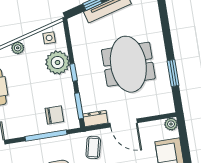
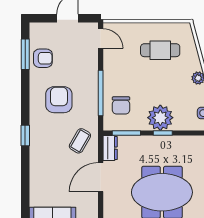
plant: (58, 63) -> (160, 118), moved
coffee table: (93, 147) -> (80, 141), turned -73

